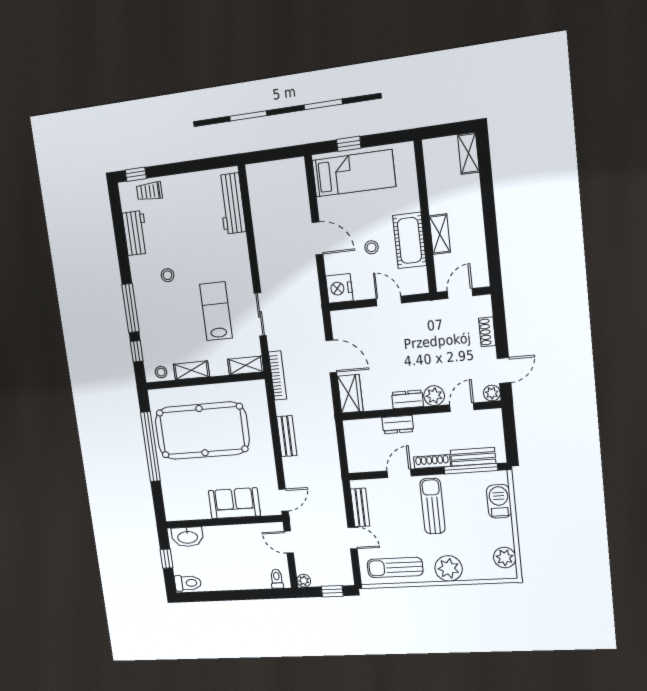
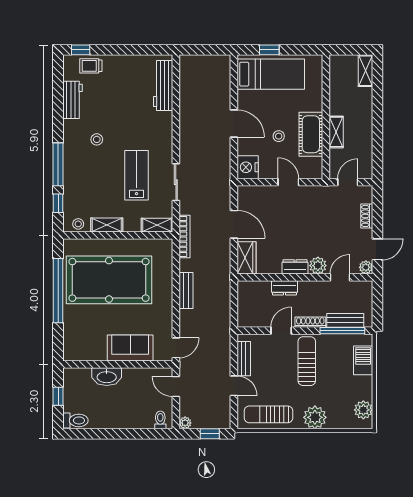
washbasin: (187, 537) -> (107, 377), moved

